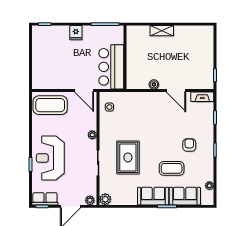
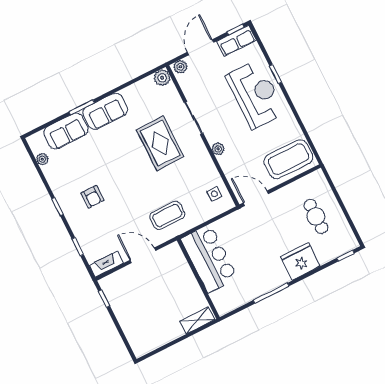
fridge: (76, 33) -> (300, 261), width x1.88, depth x1.34
wall: (125, 57) -> (198, 279), moved
cafe table: (51, 59) -> (316, 216), added
bar counter: (111, 67) -> (209, 258), moved
boiler: (154, 84) -> (174, 249), removed
coffee table: (172, 168) -> (167, 215), moved

